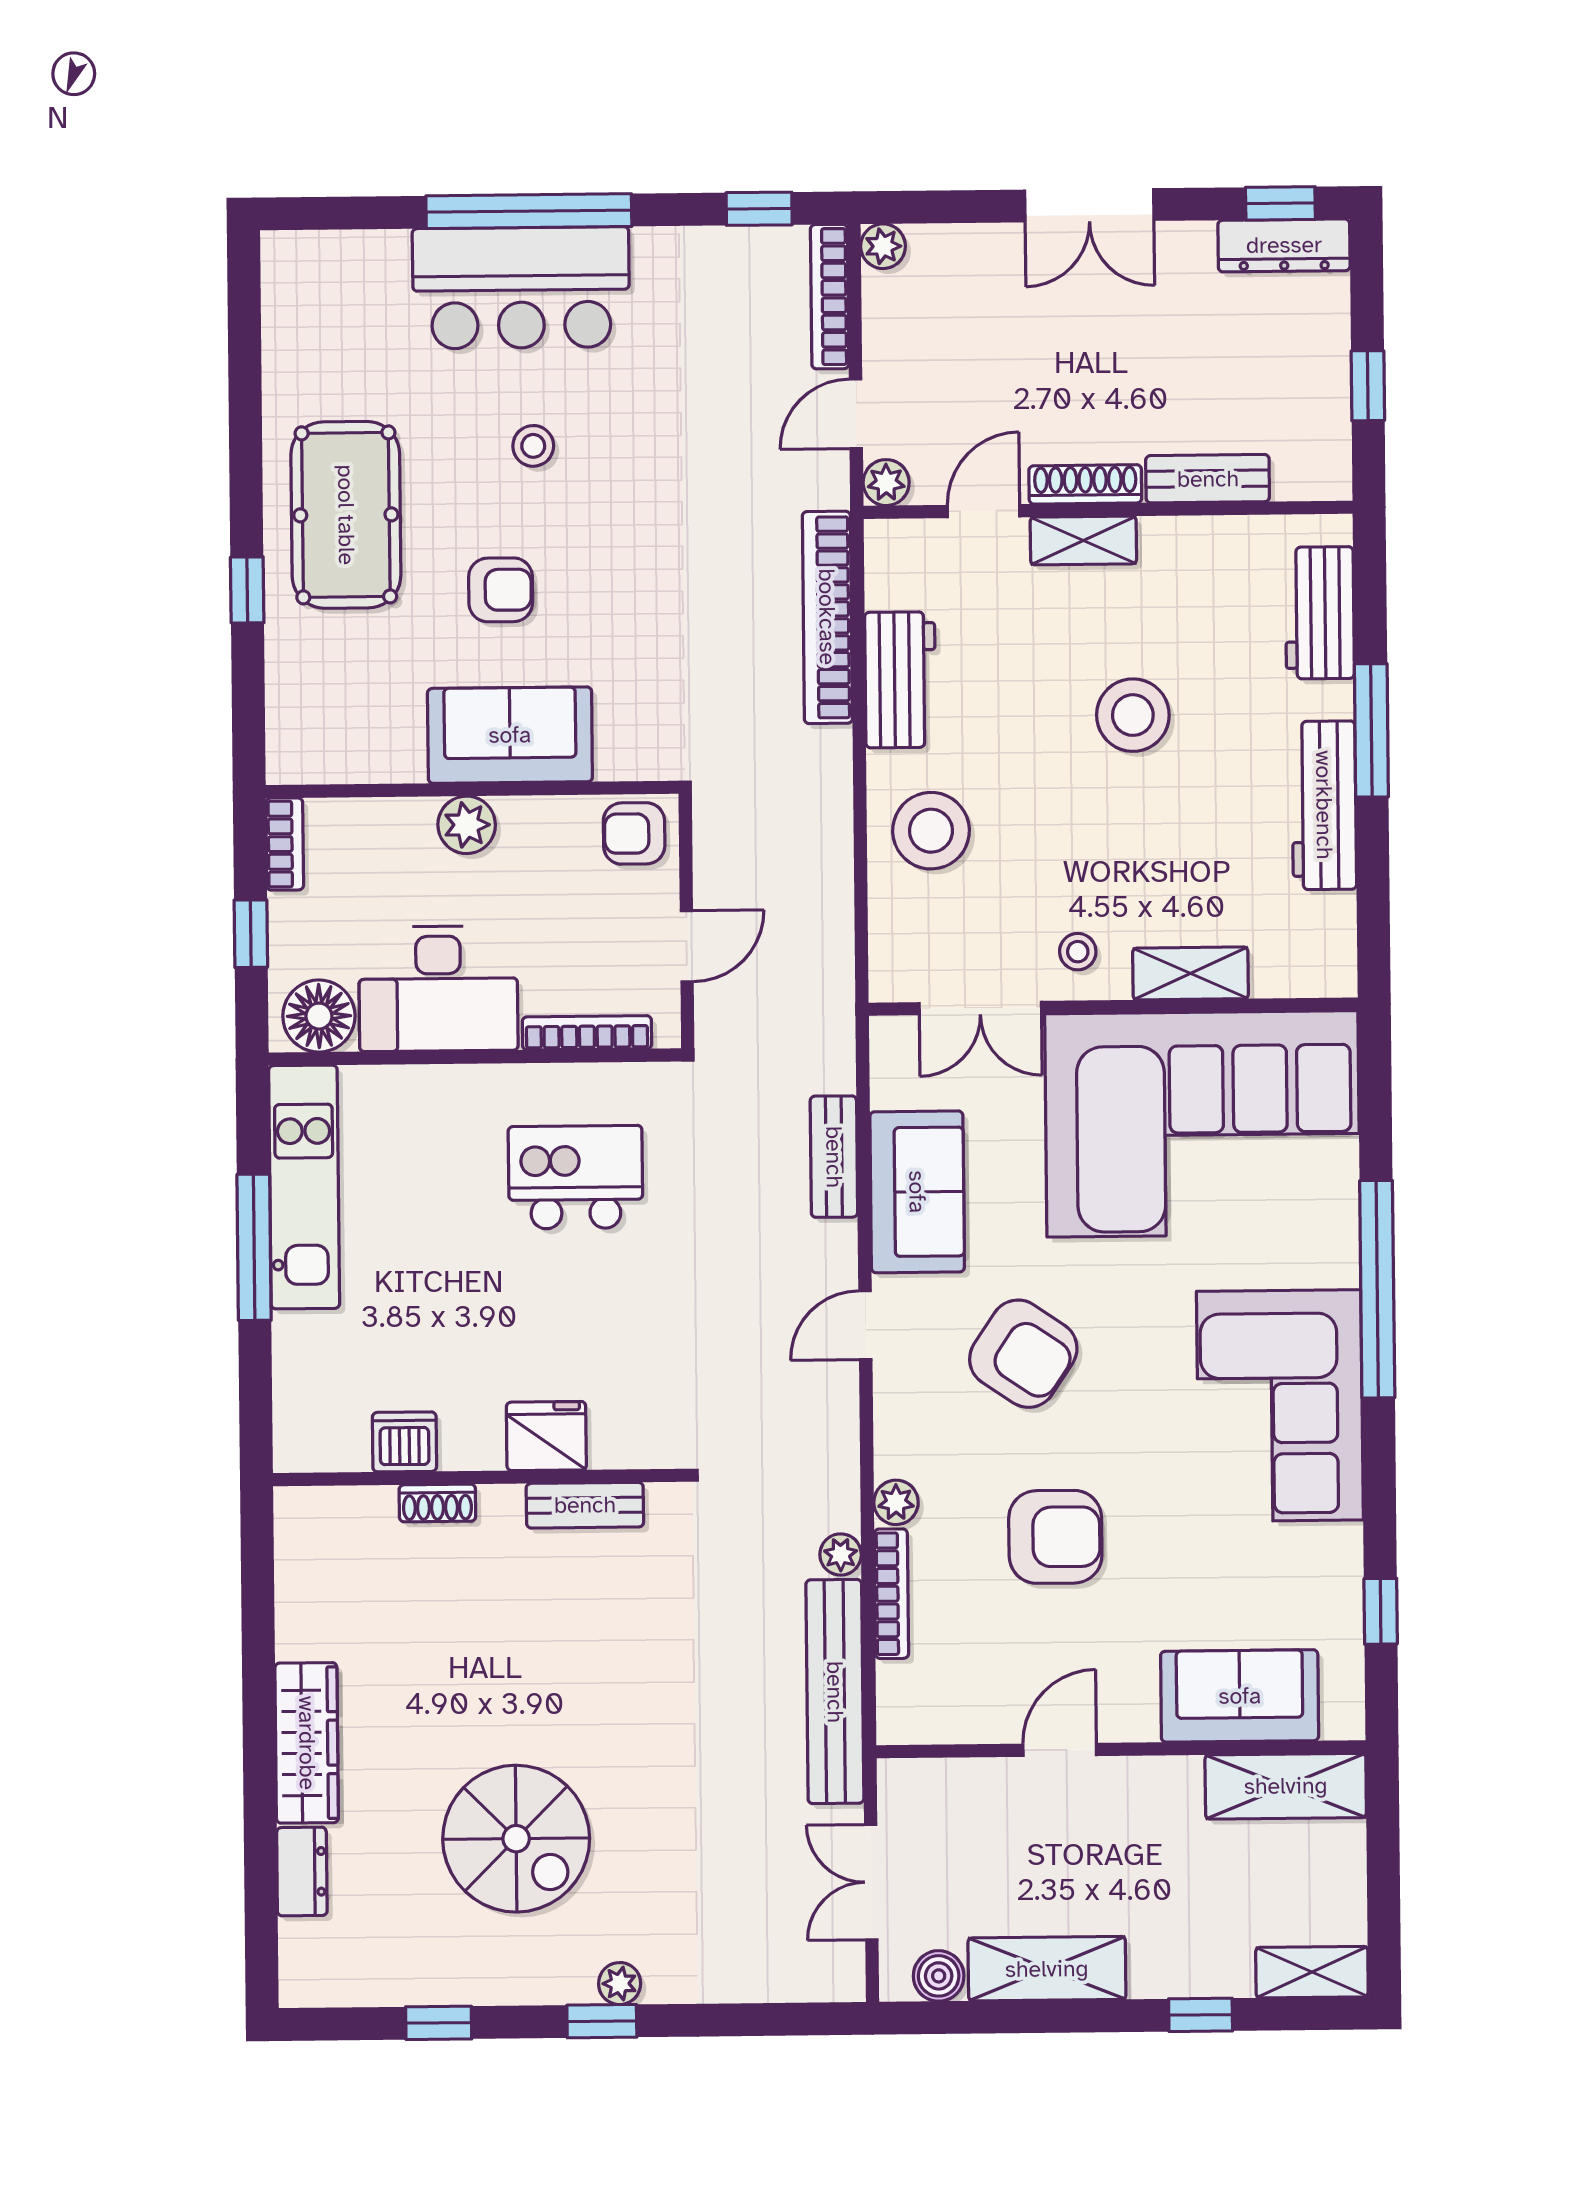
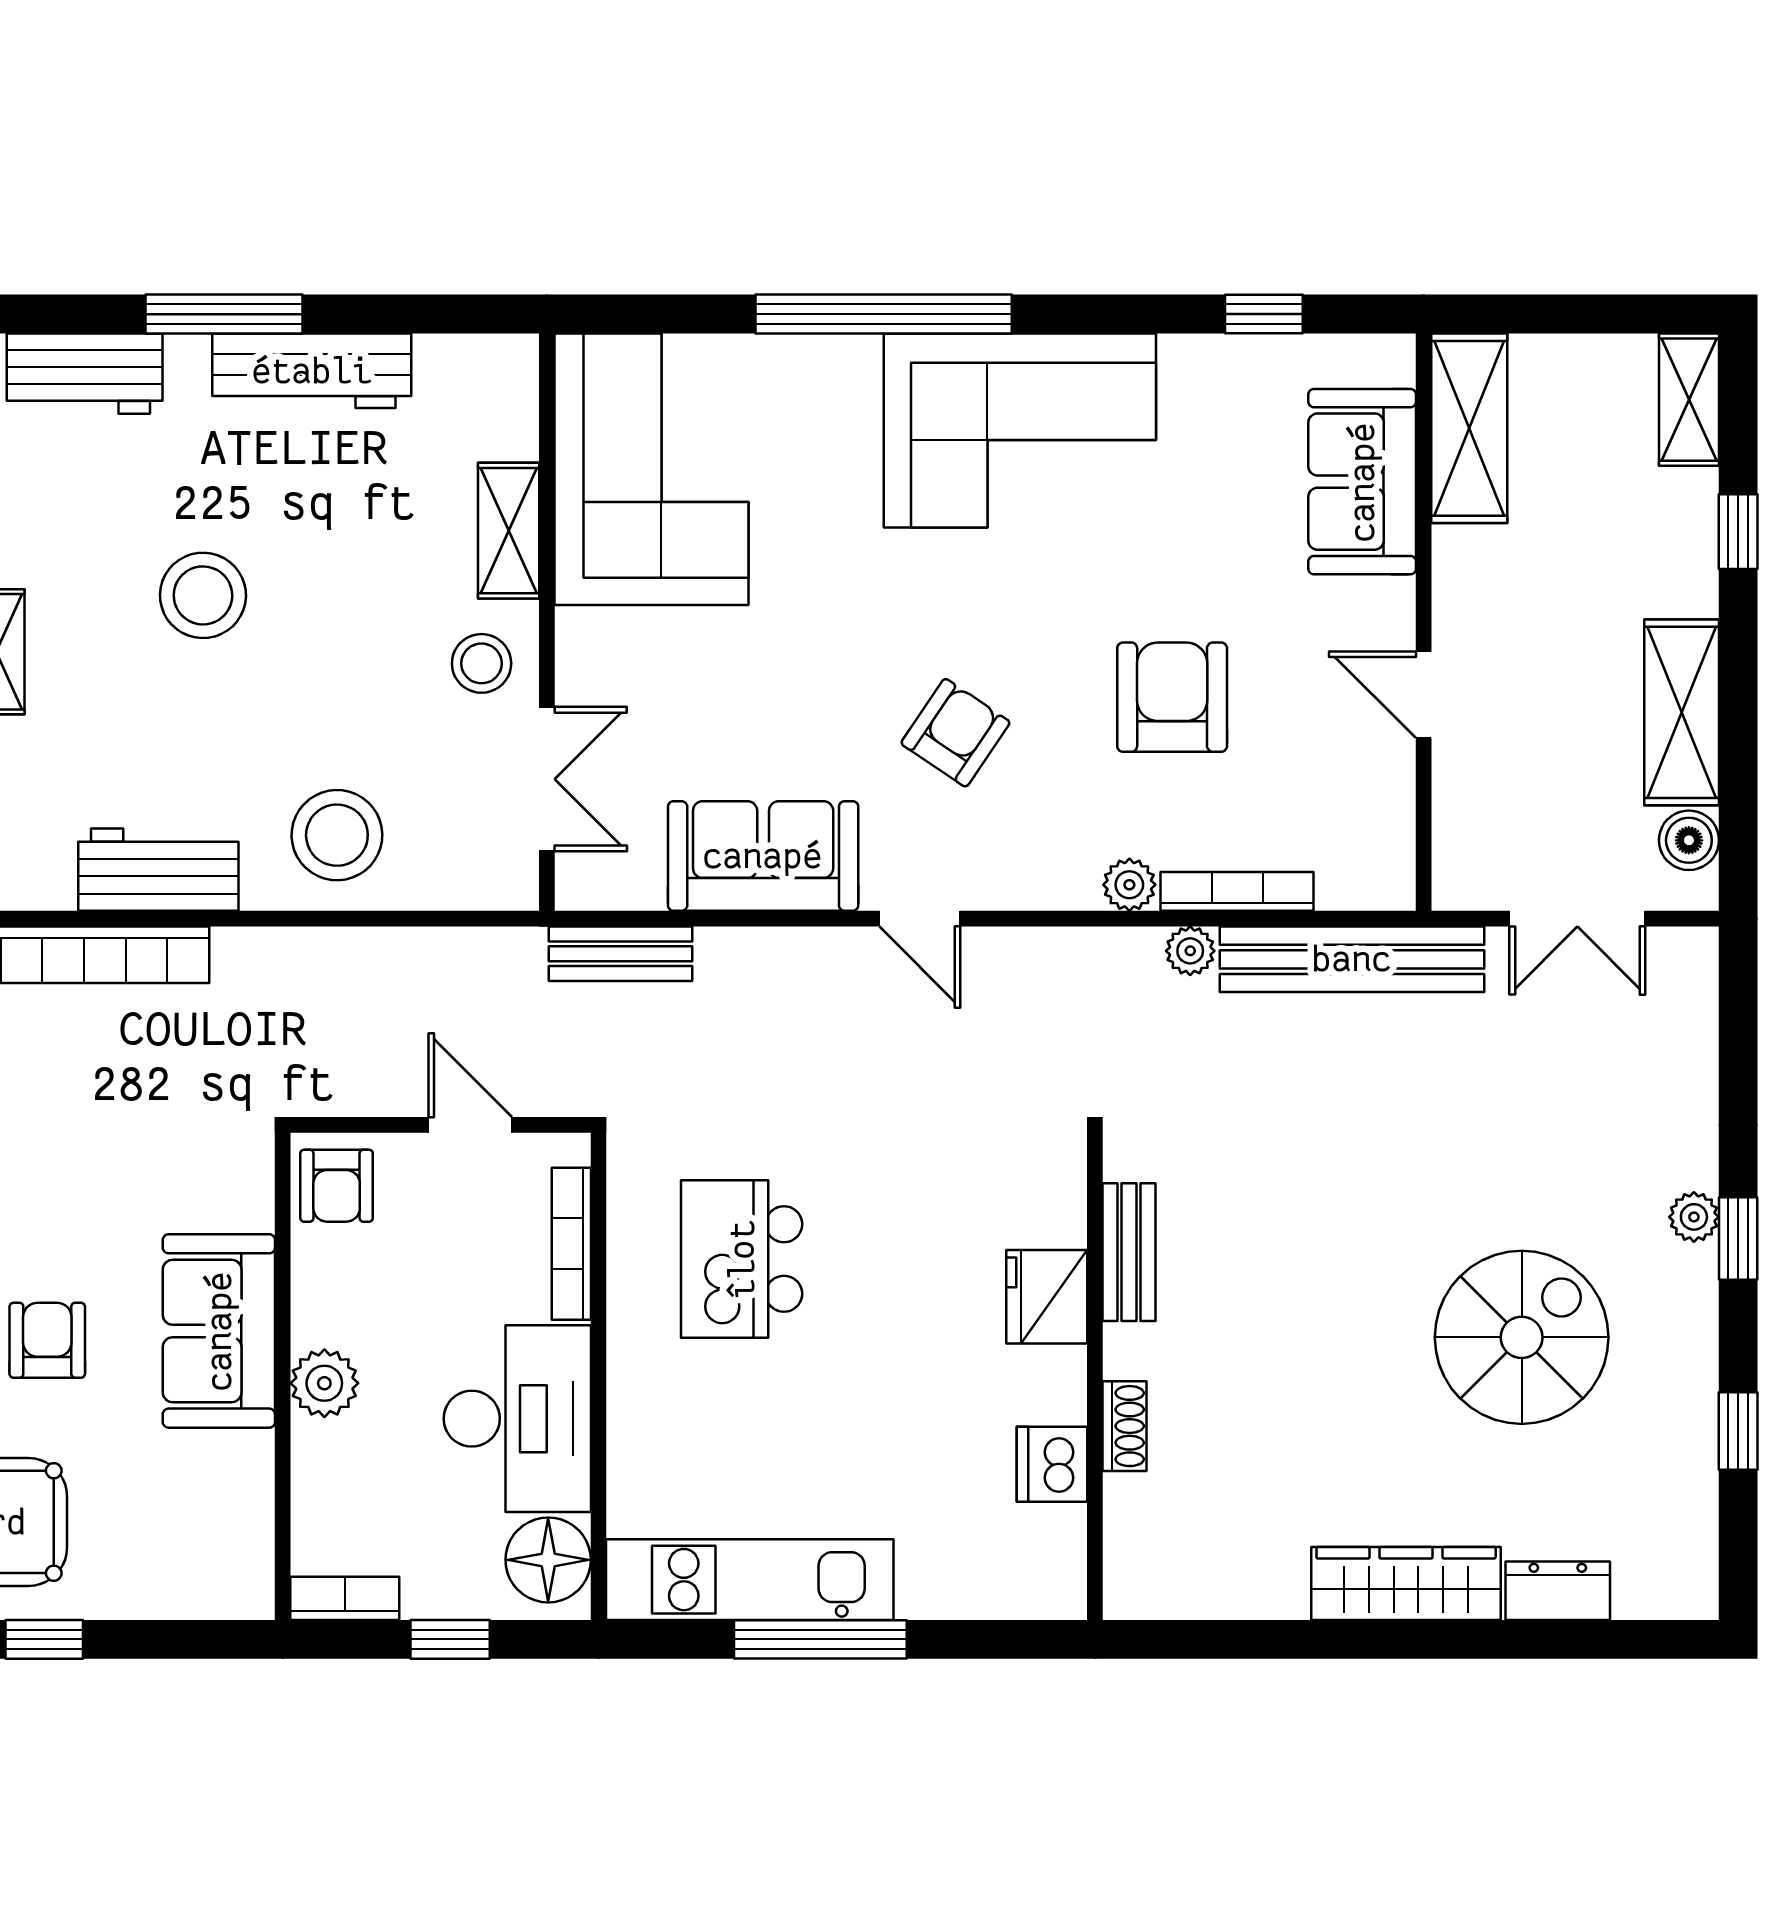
stool: (1078, 952) -> (482, 663), width x1.37, depth x1.37
corner sofa: (1202, 1124) -> (652, 469), width x0.73, depth x0.74
bench: (834, 1157) -> (620, 954), moved
armchair: (1023, 1354) -> (955, 733), width x0.72, depth x0.72

